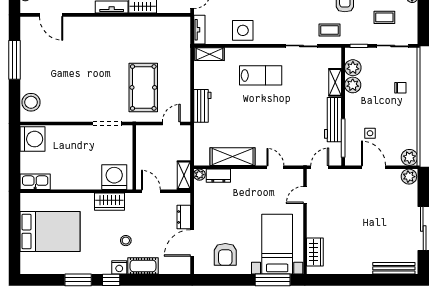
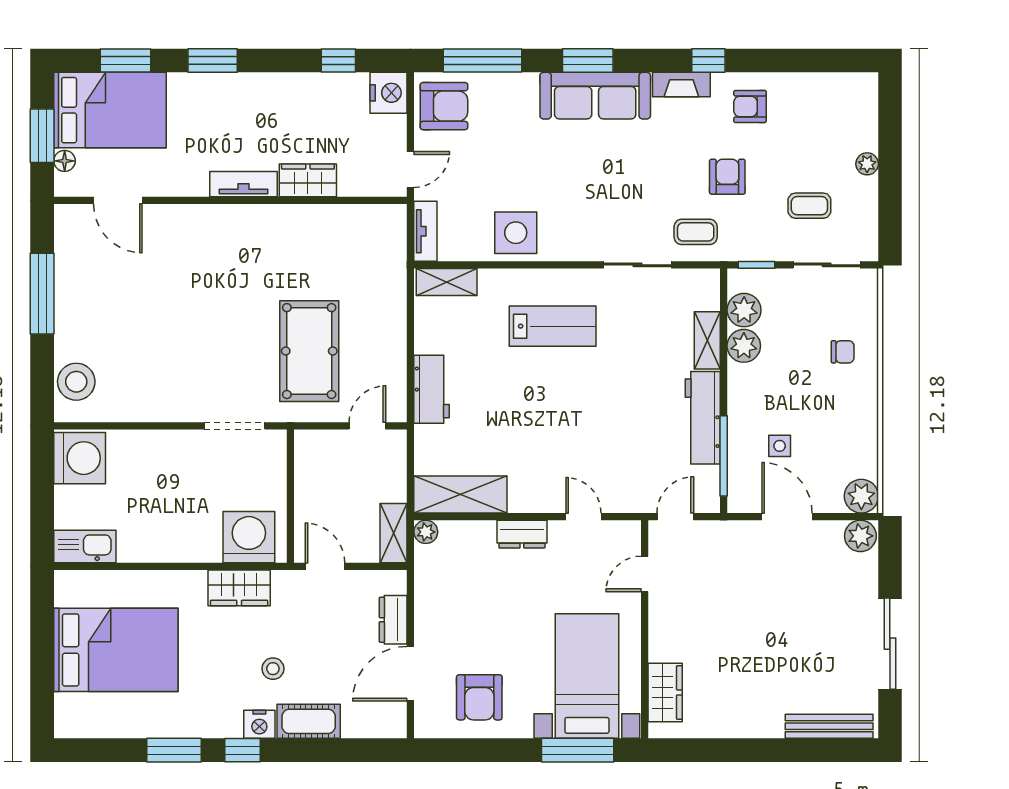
shelving: (233, 157) -> (460, 495), moved
dresser: (218, 176) -> (522, 534), moved

